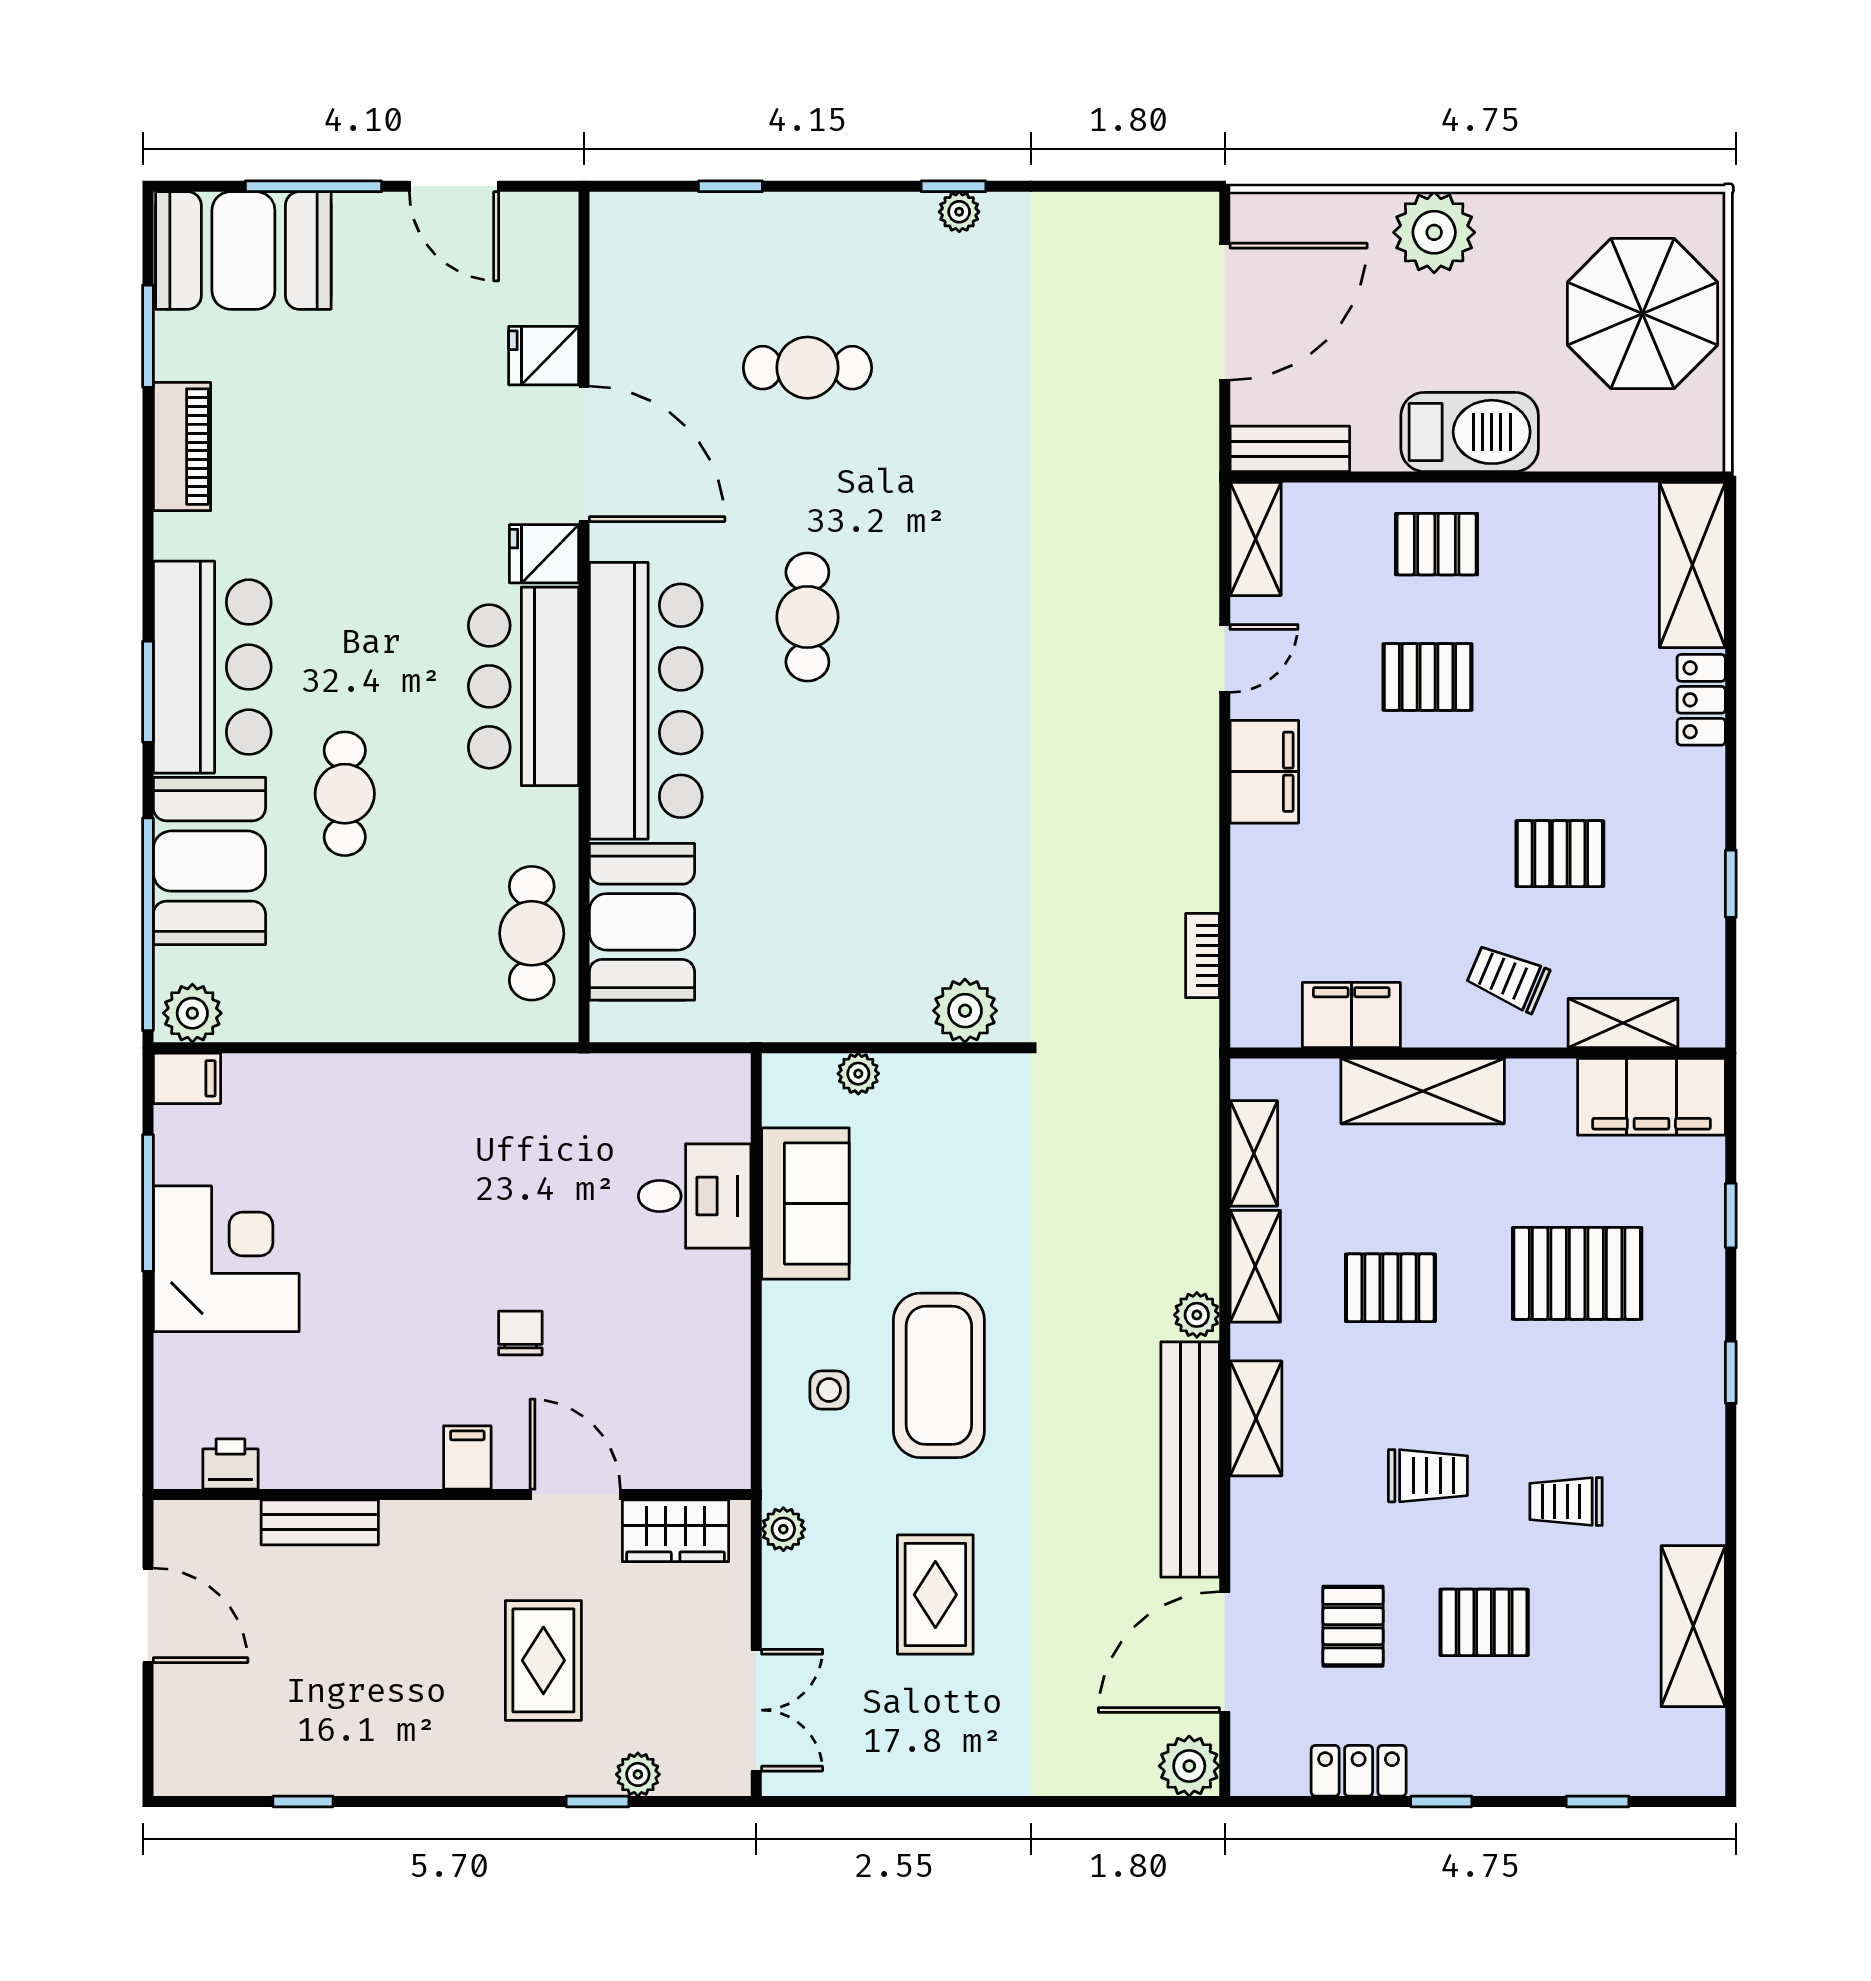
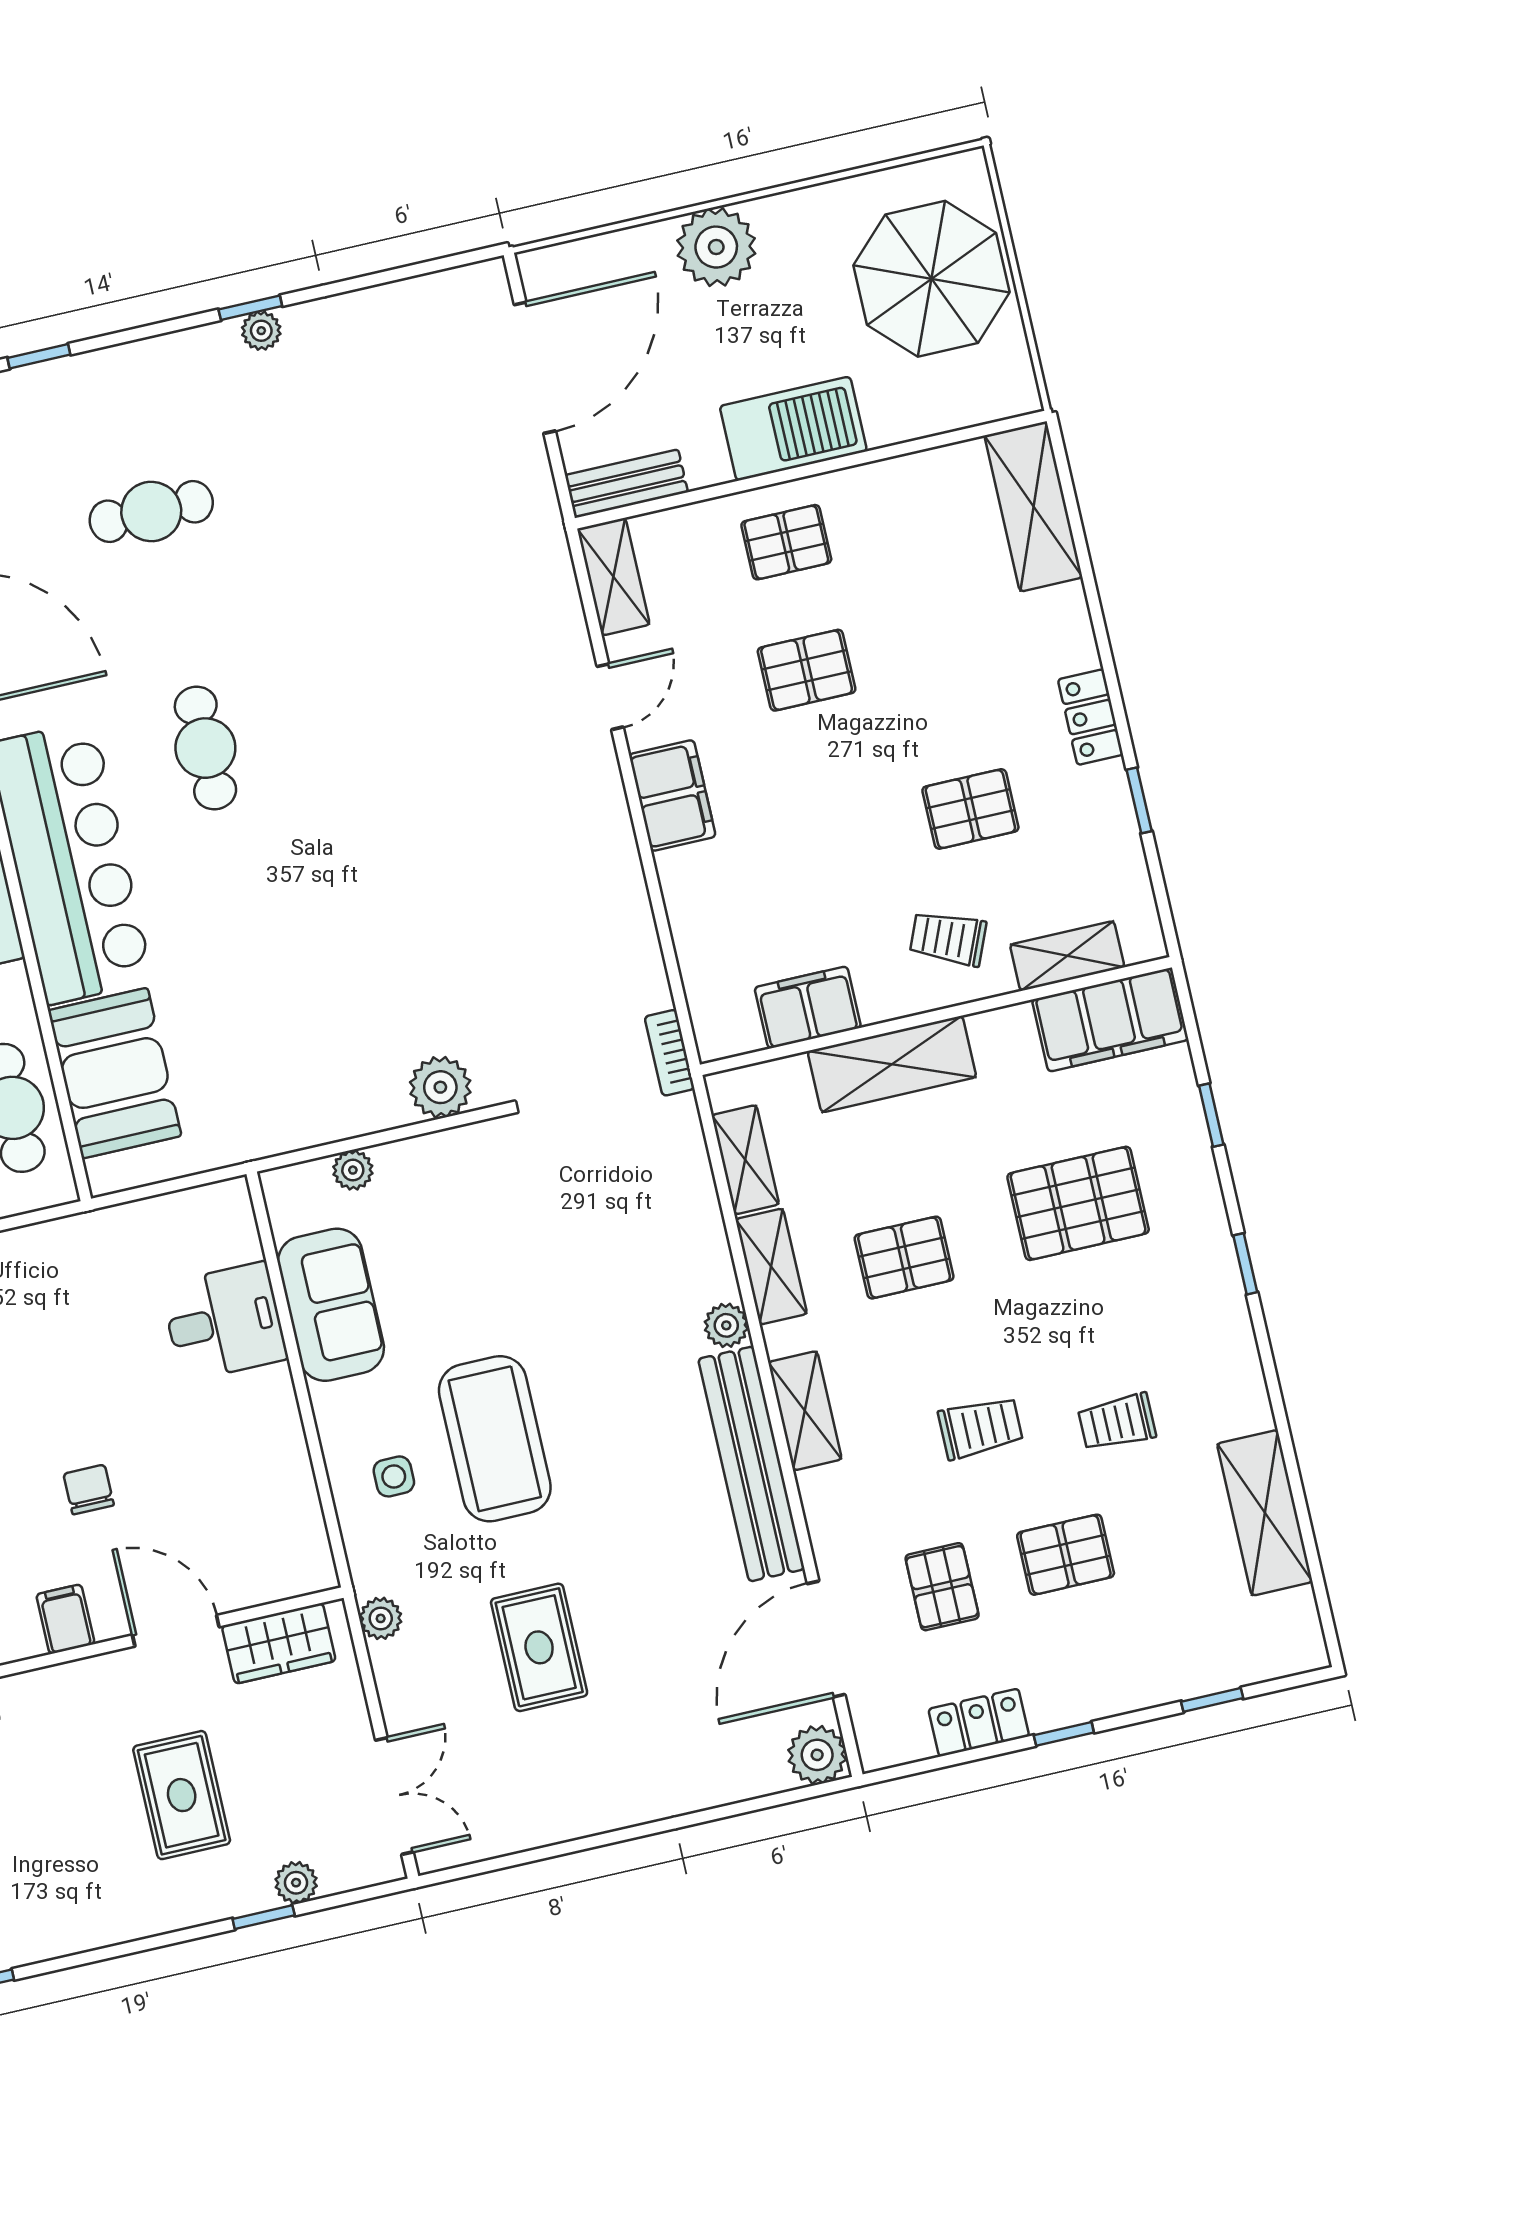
locker: (1701, 700) -> (1091, 717), moved
bookcase: (1202, 956) -> (670, 1053), moved

